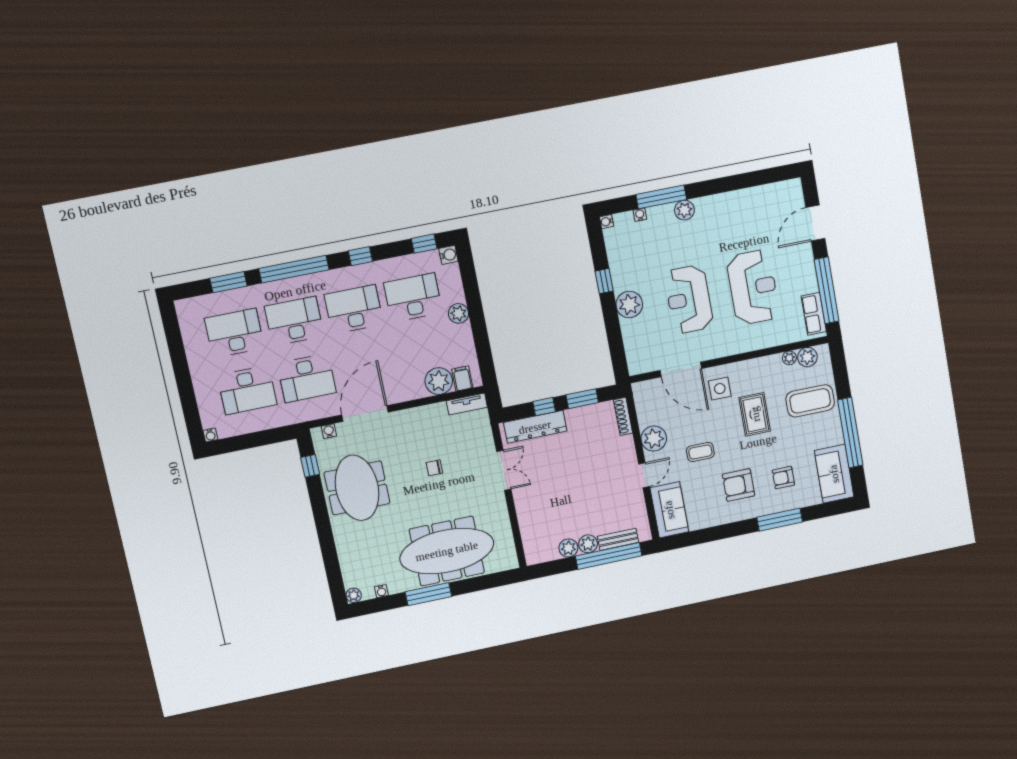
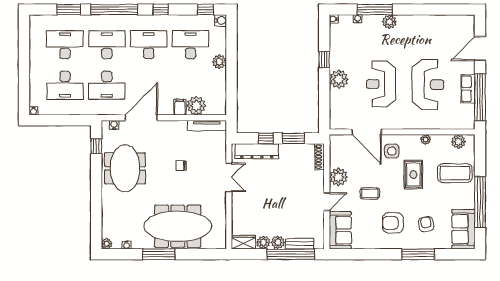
row of seats: (814, 314) -> (468, 89), moved
plant: (789, 358) -> (426, 139), moved
filing cabinet: (462, 378) -> (180, 107), moved
tv unit: (467, 404) -> (207, 126), width x1.41
armchair: (783, 478) -> (426, 224), turned 80
wardrobe: (541, 553) -> (243, 242), added

